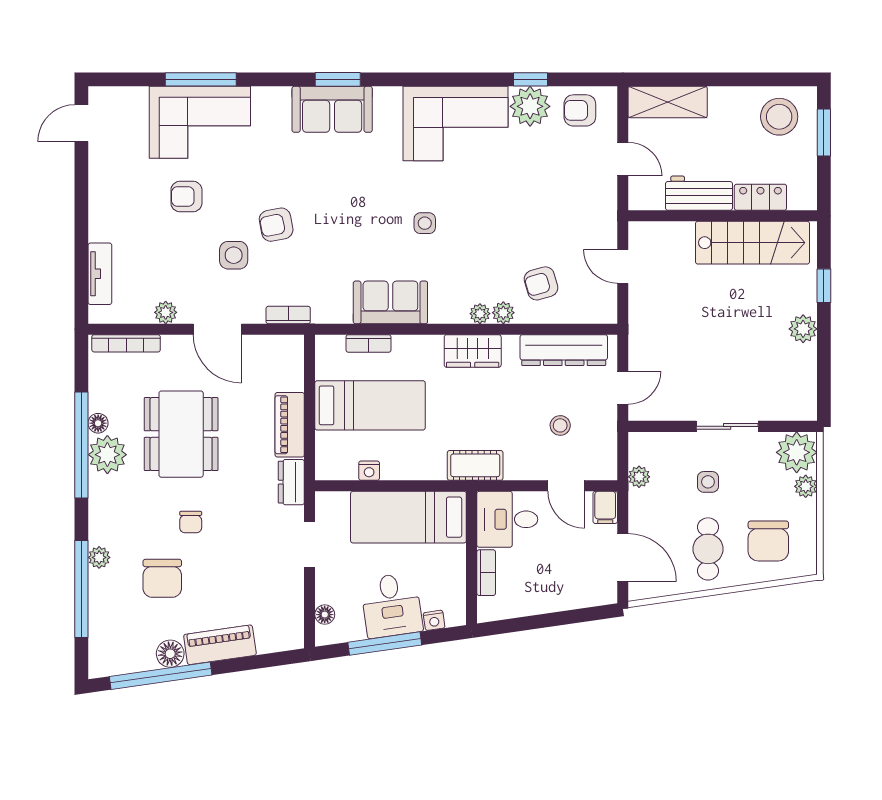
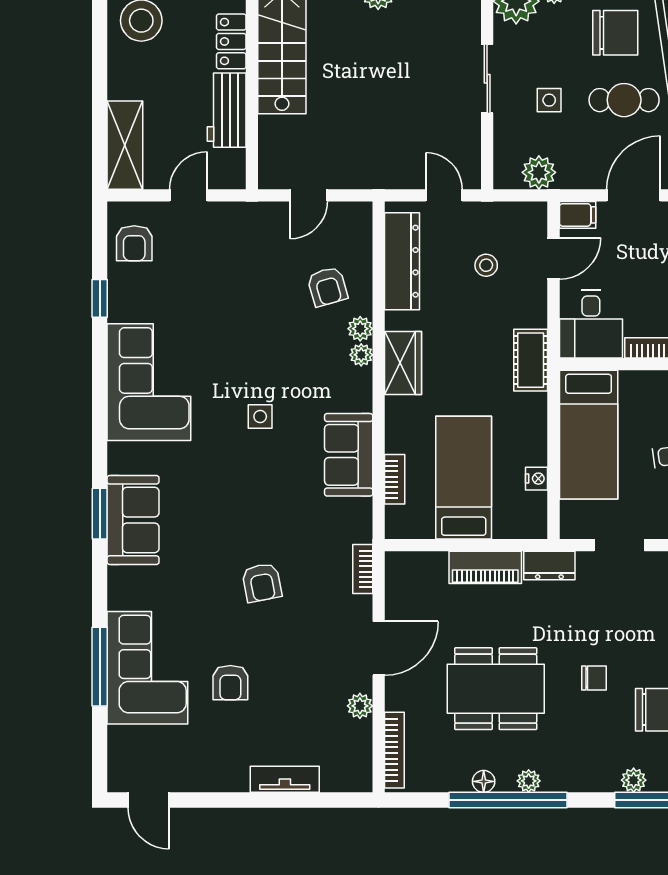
plant: (530, 106) -> (130, 299), removed
side table: (234, 255) -> (296, 630), removed
tv unit: (100, 274) -> (285, 779), moved
plant: (107, 455) -> (529, 781), width x0.53, depth x0.53
plant: (639, 477) -> (539, 172), width x1.38, depth x1.38

